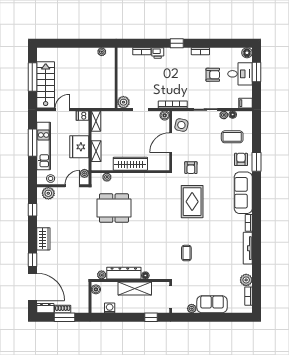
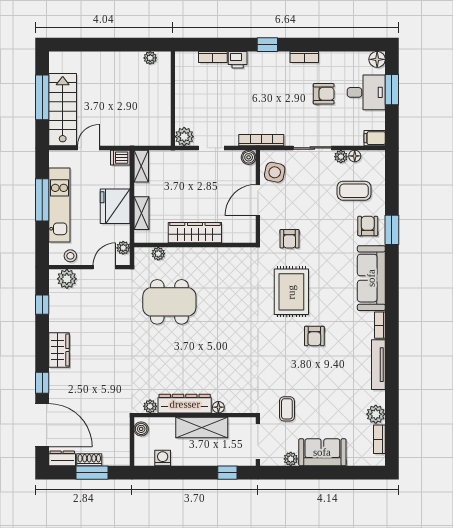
armchair: (207, 230) -> (314, 336), added
coffee table: (186, 253) -> (287, 409), moved

